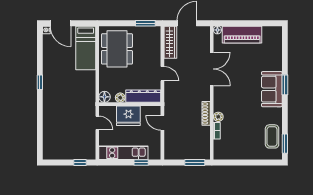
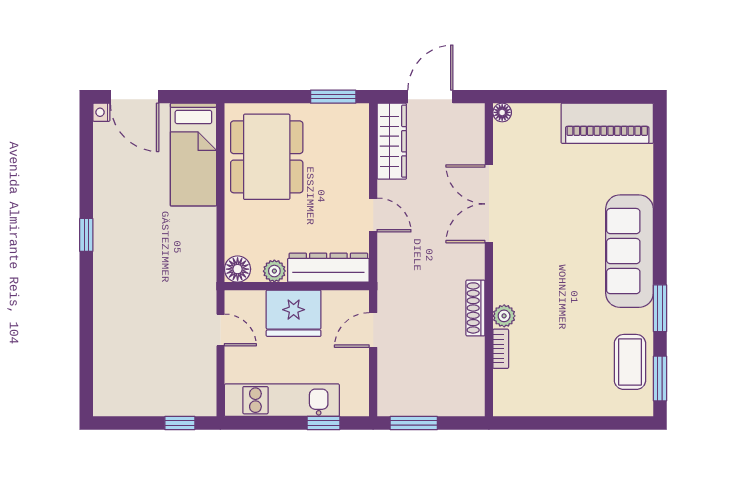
piano: (242, 35) -> (607, 123), moved
double door: (212, 69) -> (489, 204), swing flipped
window: (285, 85) -> (660, 308), moved
sofa: (272, 89) -> (629, 251), width x1.36
door: (162, 123) -> (373, 330), hinge flipped
window: (195, 163) -> (414, 423), moved

